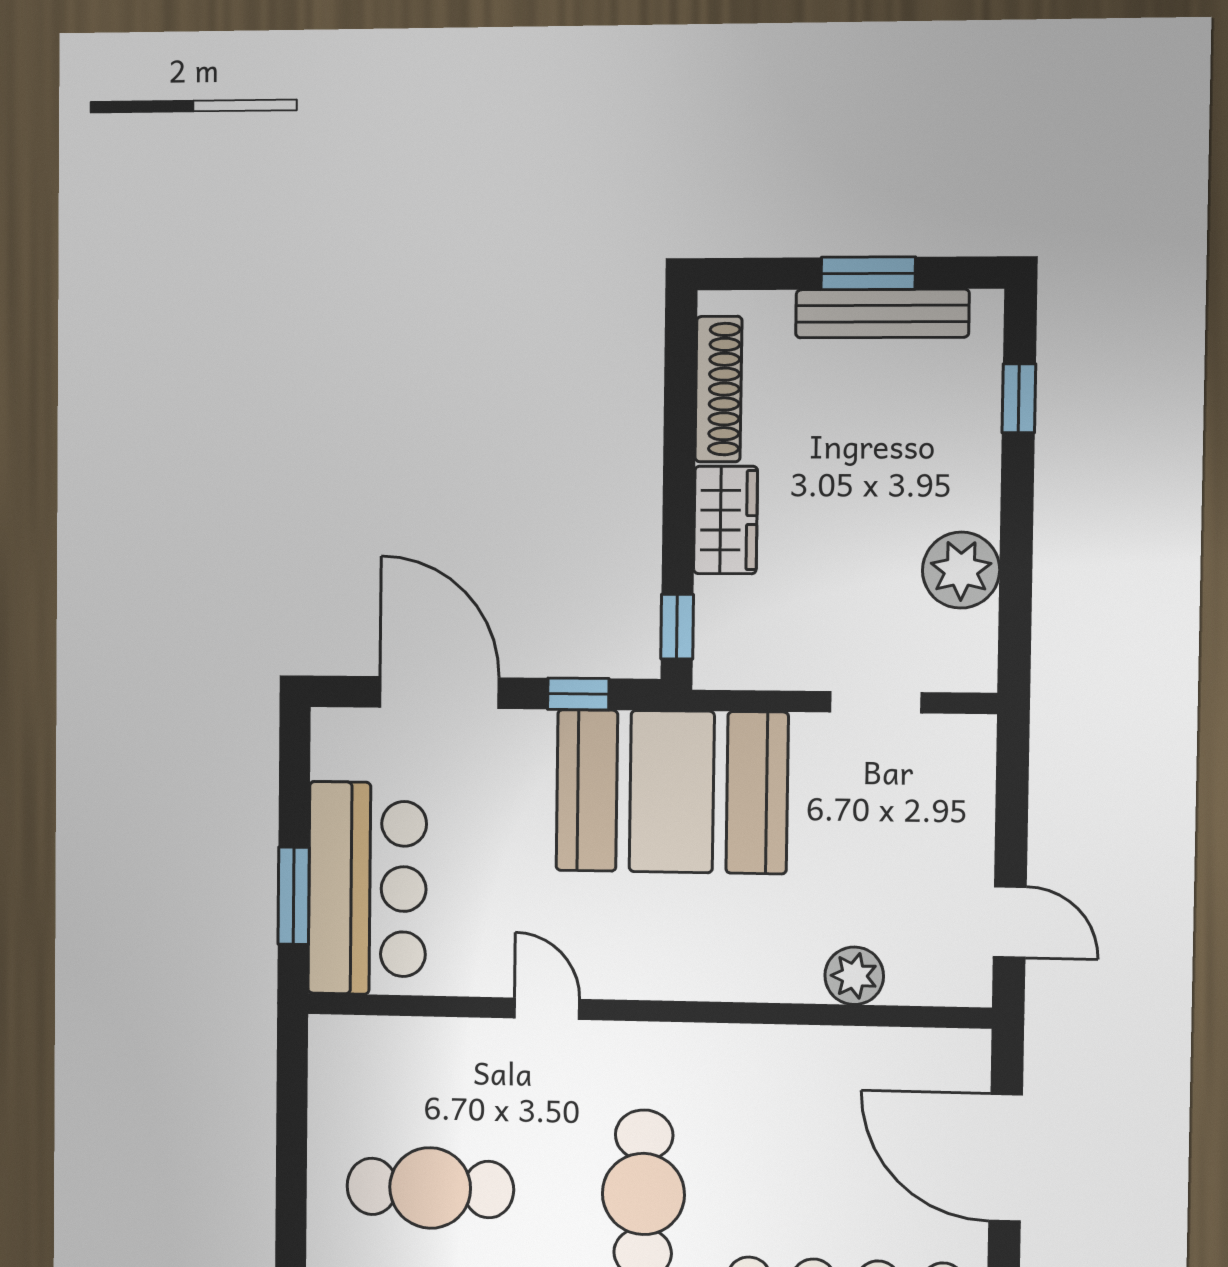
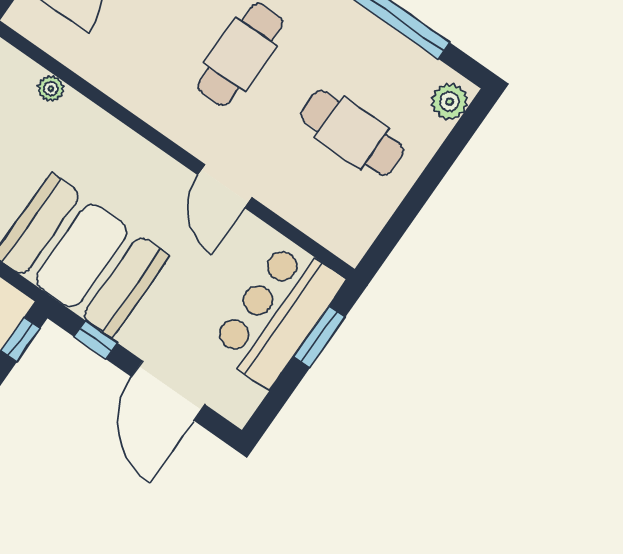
plant: (854, 976) -> (51, 89), width x0.73, depth x0.73
door: (547, 1009) -> (225, 186), width x1.38

